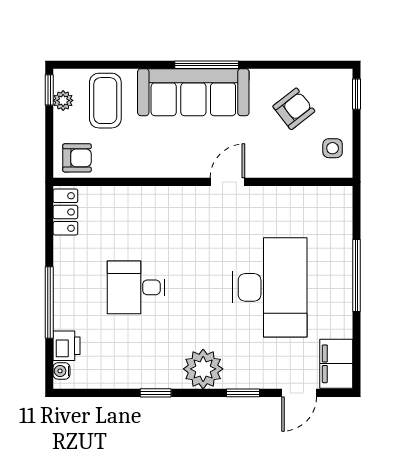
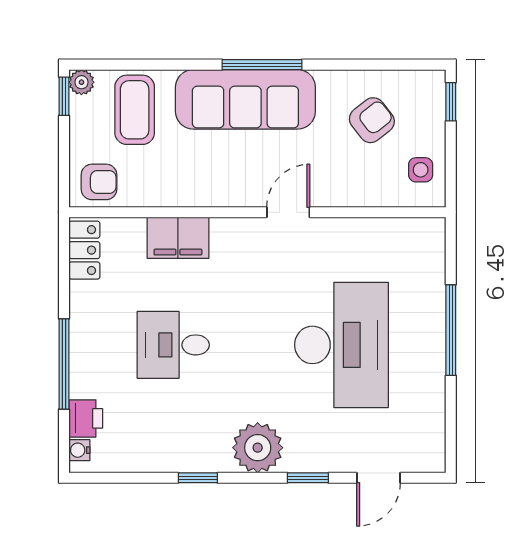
plant: (63, 100) -> (81, 82), moved
filing cabinet: (336, 364) -> (178, 238), moved, turned -90

